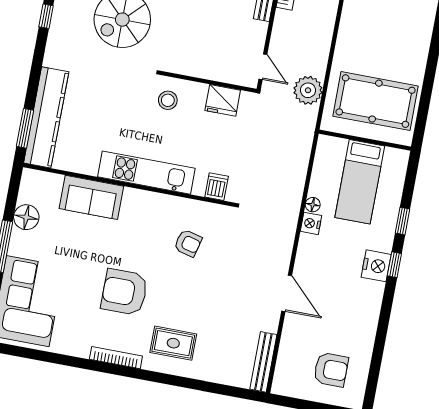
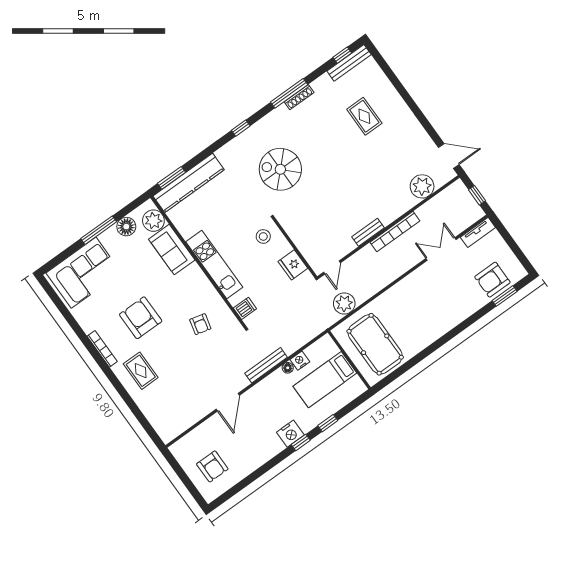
plant: (47, 186) -> (153, 221), added
nightstand: (311, 223) -> (300, 361), moved
bench: (263, 362) -> (266, 365), moved

